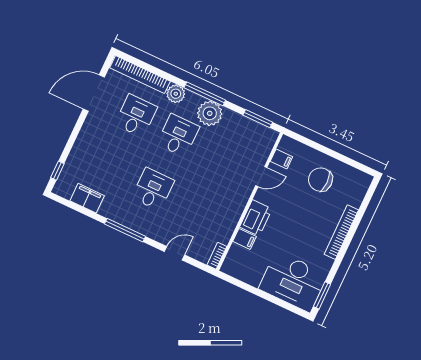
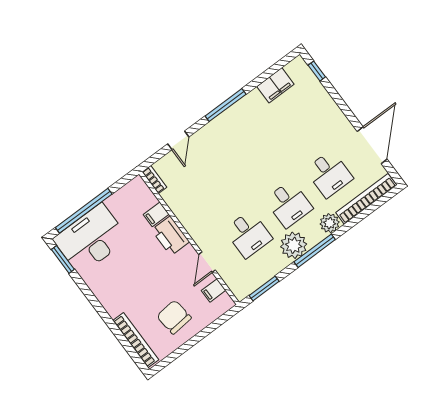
chair: (320, 180) -> (174, 317), turned -96
desk: (153, 189) -> (248, 234), moved
bookcase: (341, 232) -> (136, 340), moved
window: (273, 300) -> (84, 211), added

